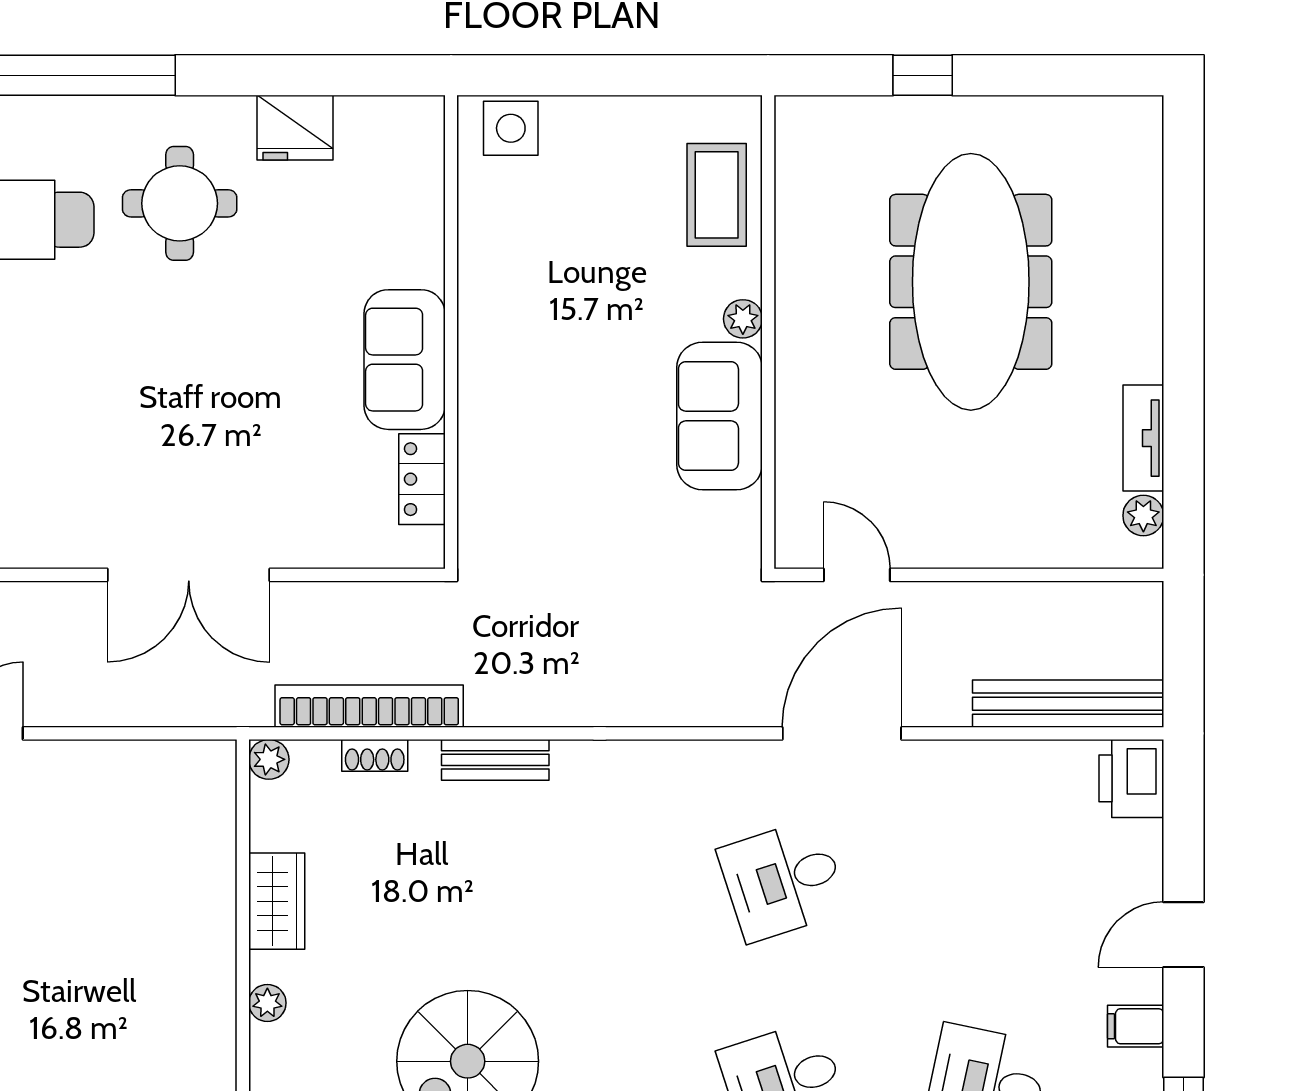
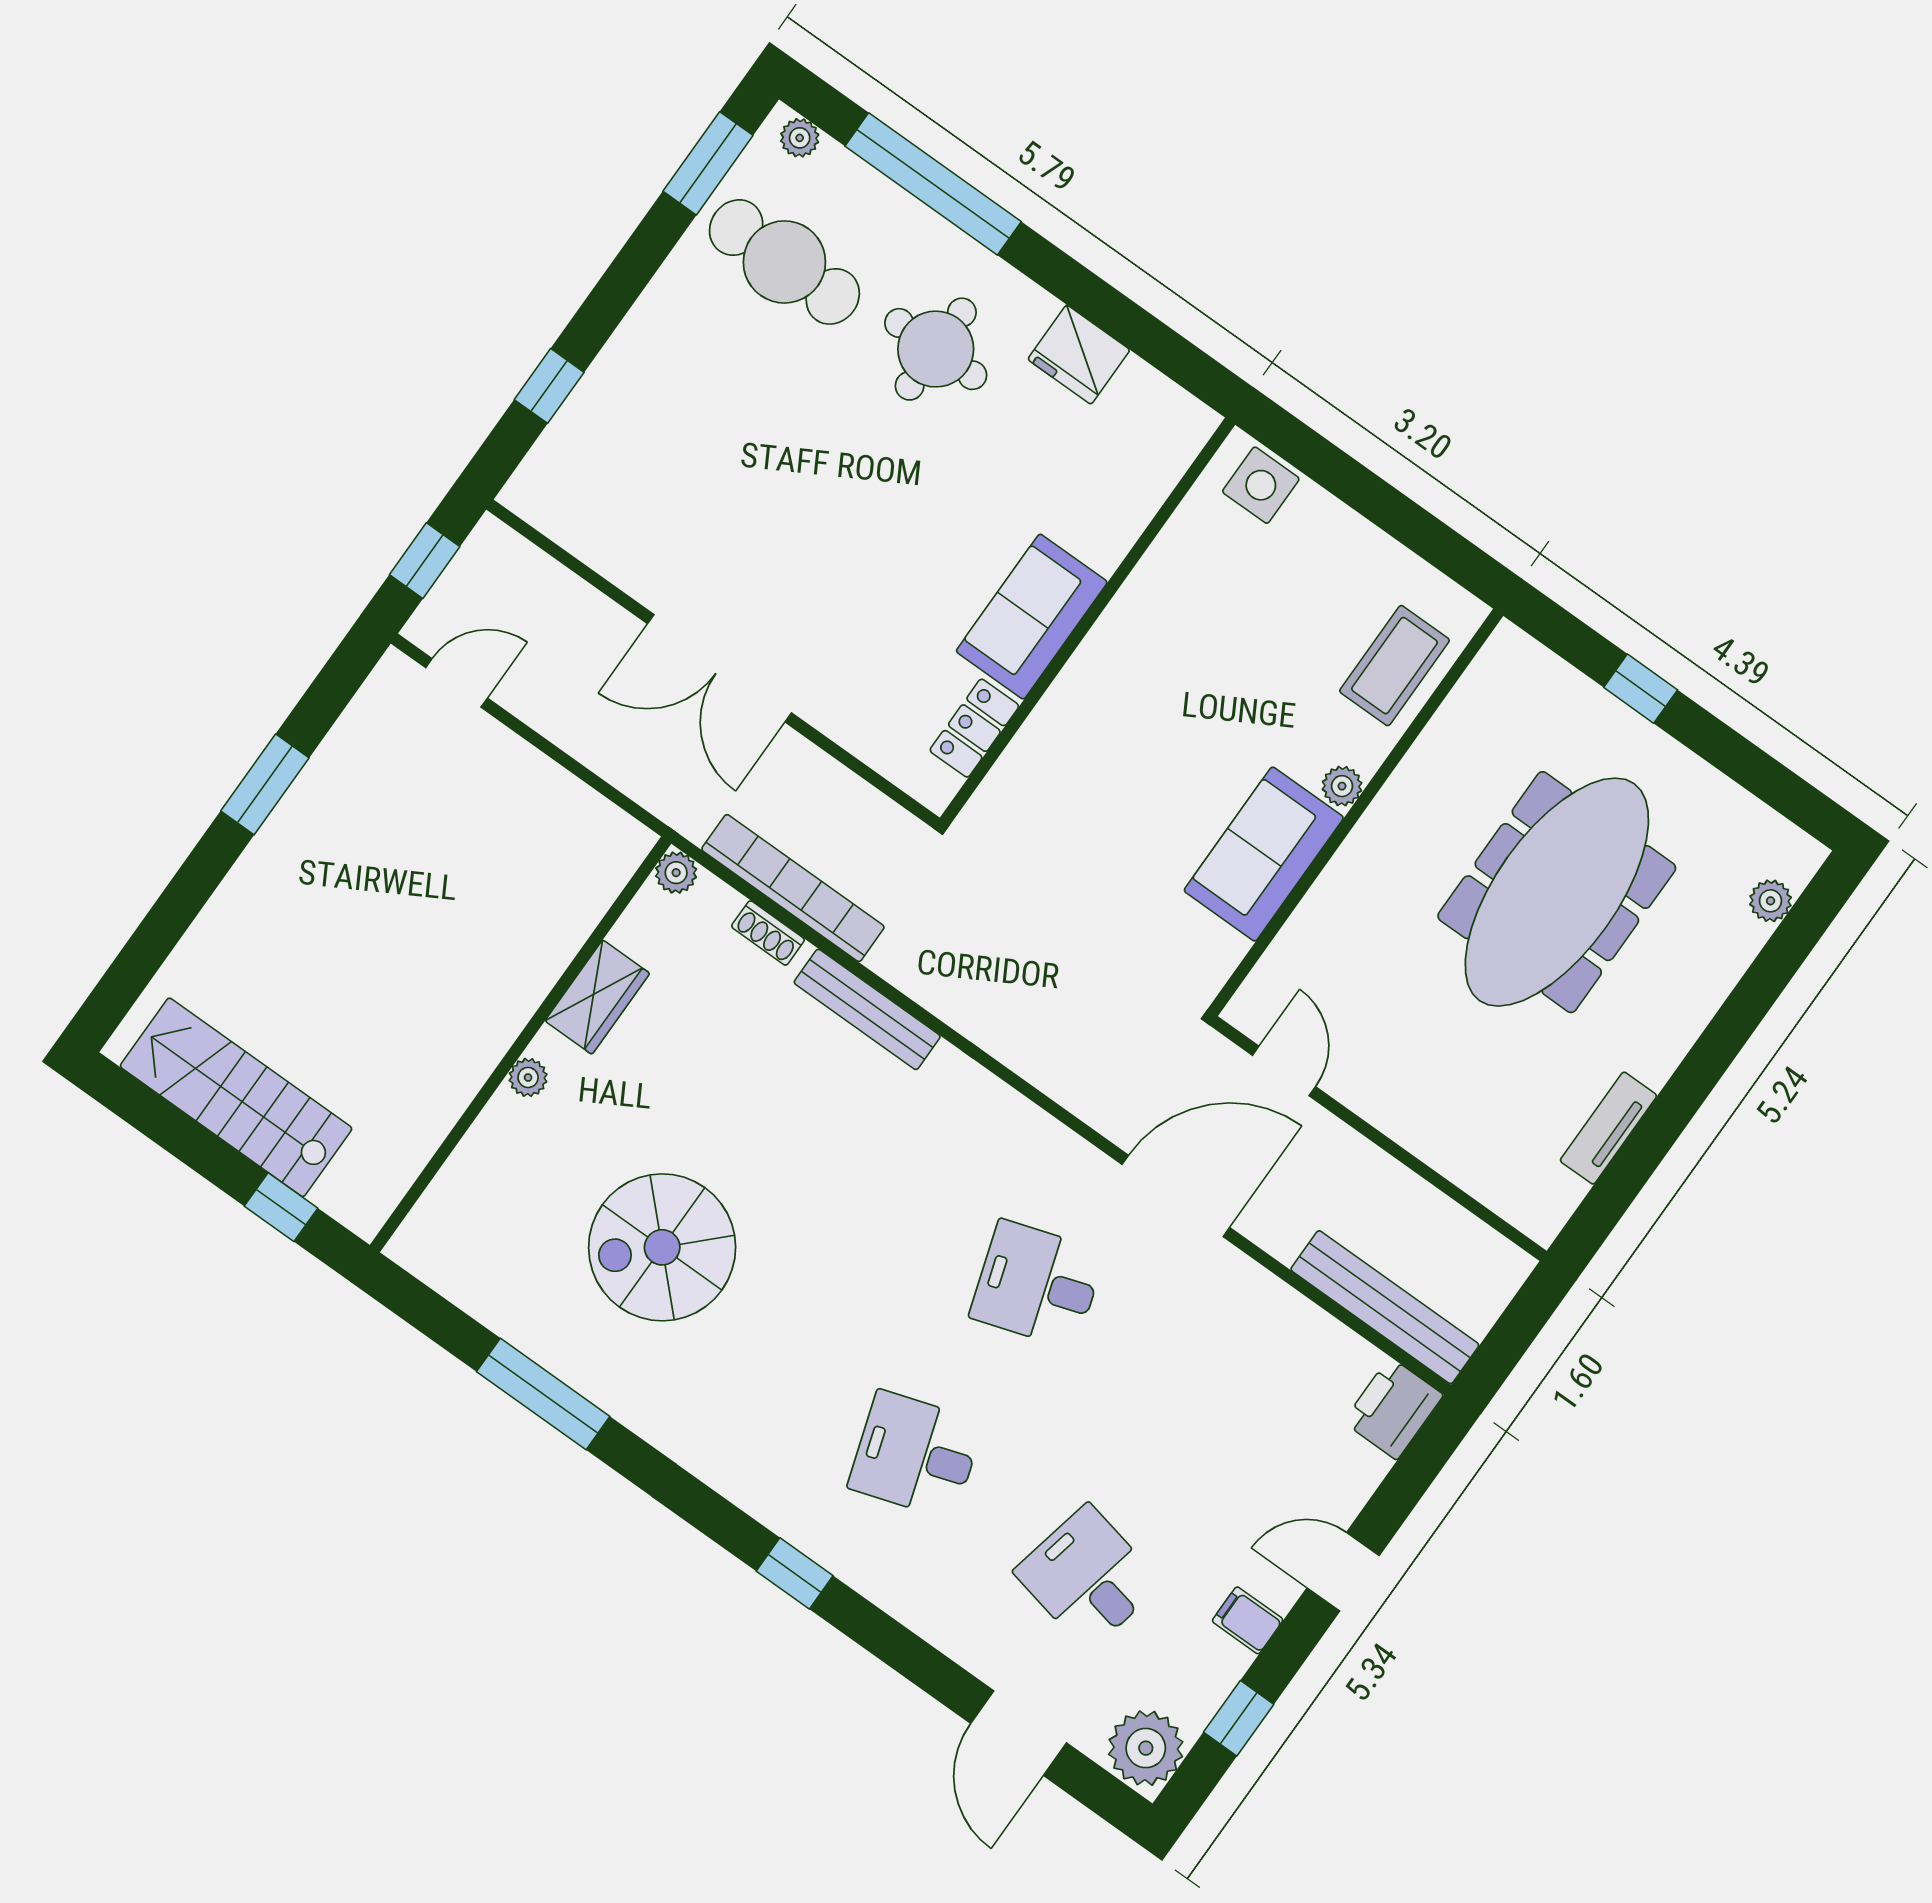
plant: (1143, 516) -> (1771, 901), moved
bench: (495, 760) -> (867, 1009), width x1.36

